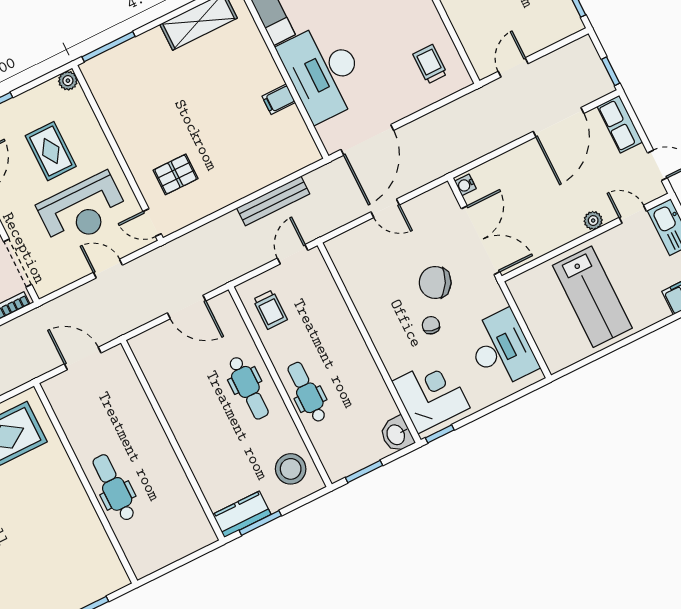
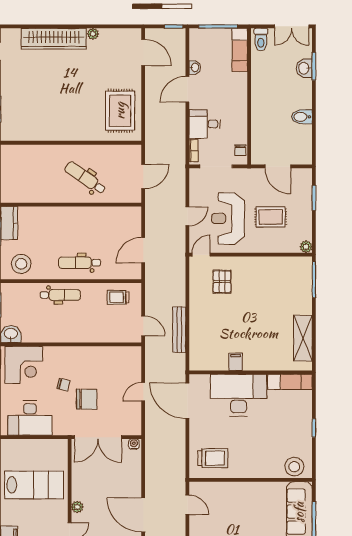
trolley: (430, 64) -> (213, 458), width x1.36, depth x1.39
chair: (435, 282) -> (87, 399), turned 61
lab bench: (592, 297) -> (34, 485), turned 180
dental chair: (114, 488) -> (85, 178), moved, turned -145

